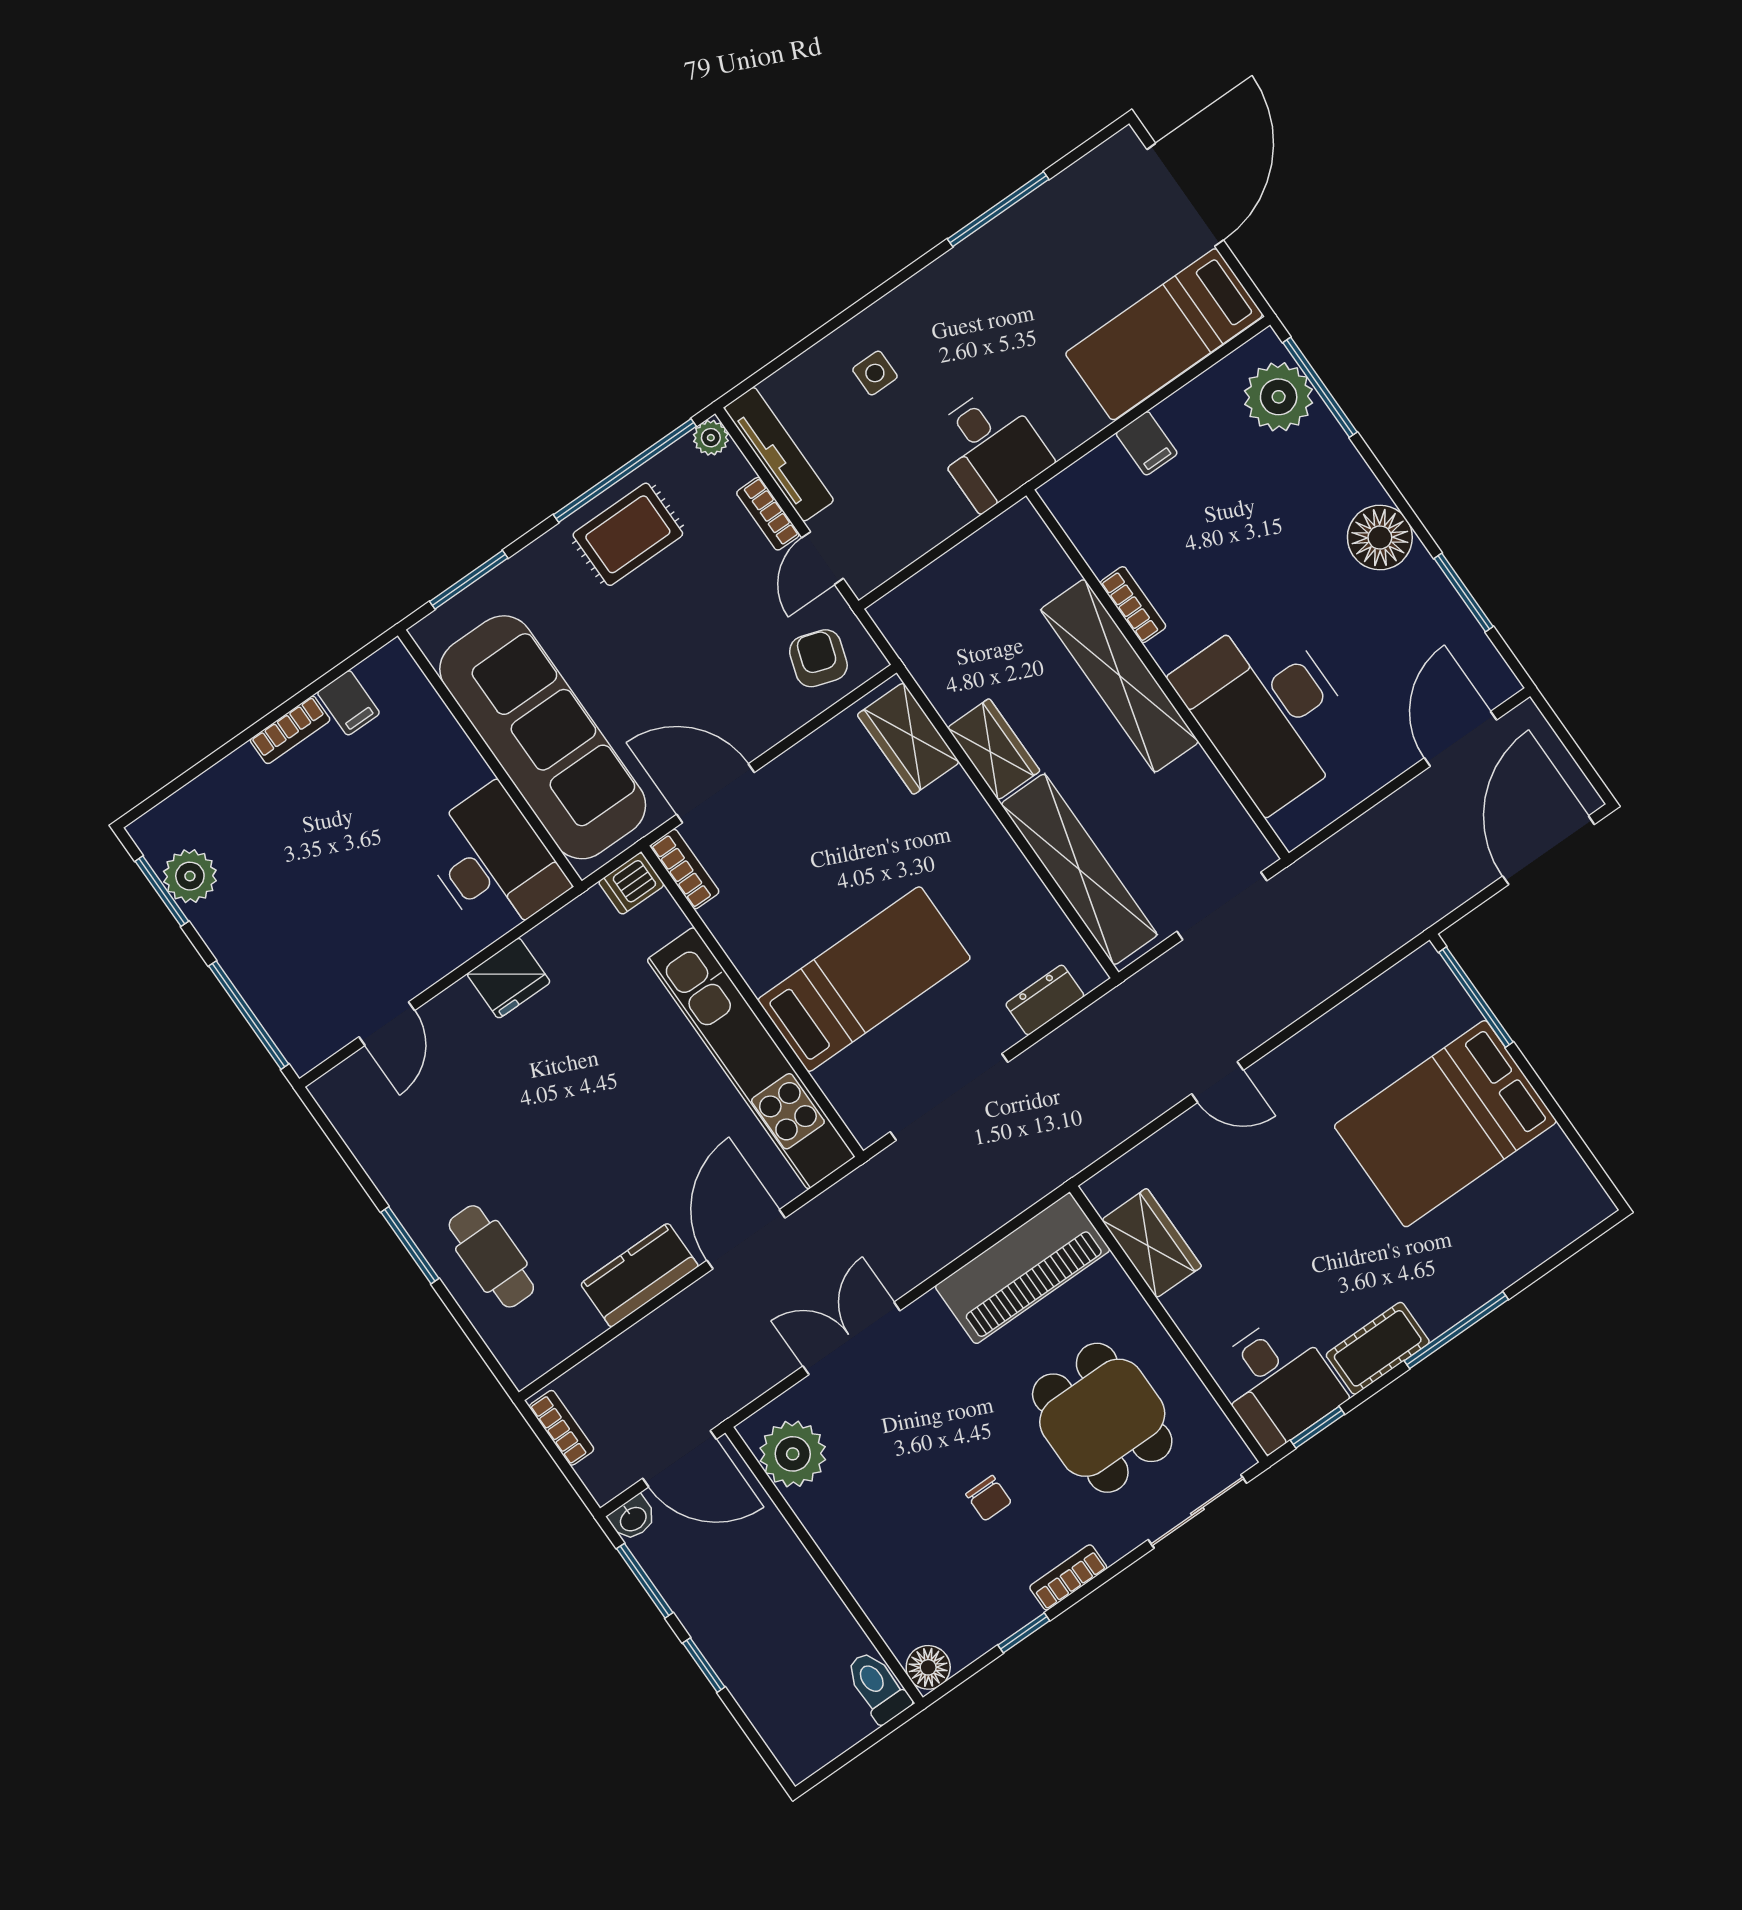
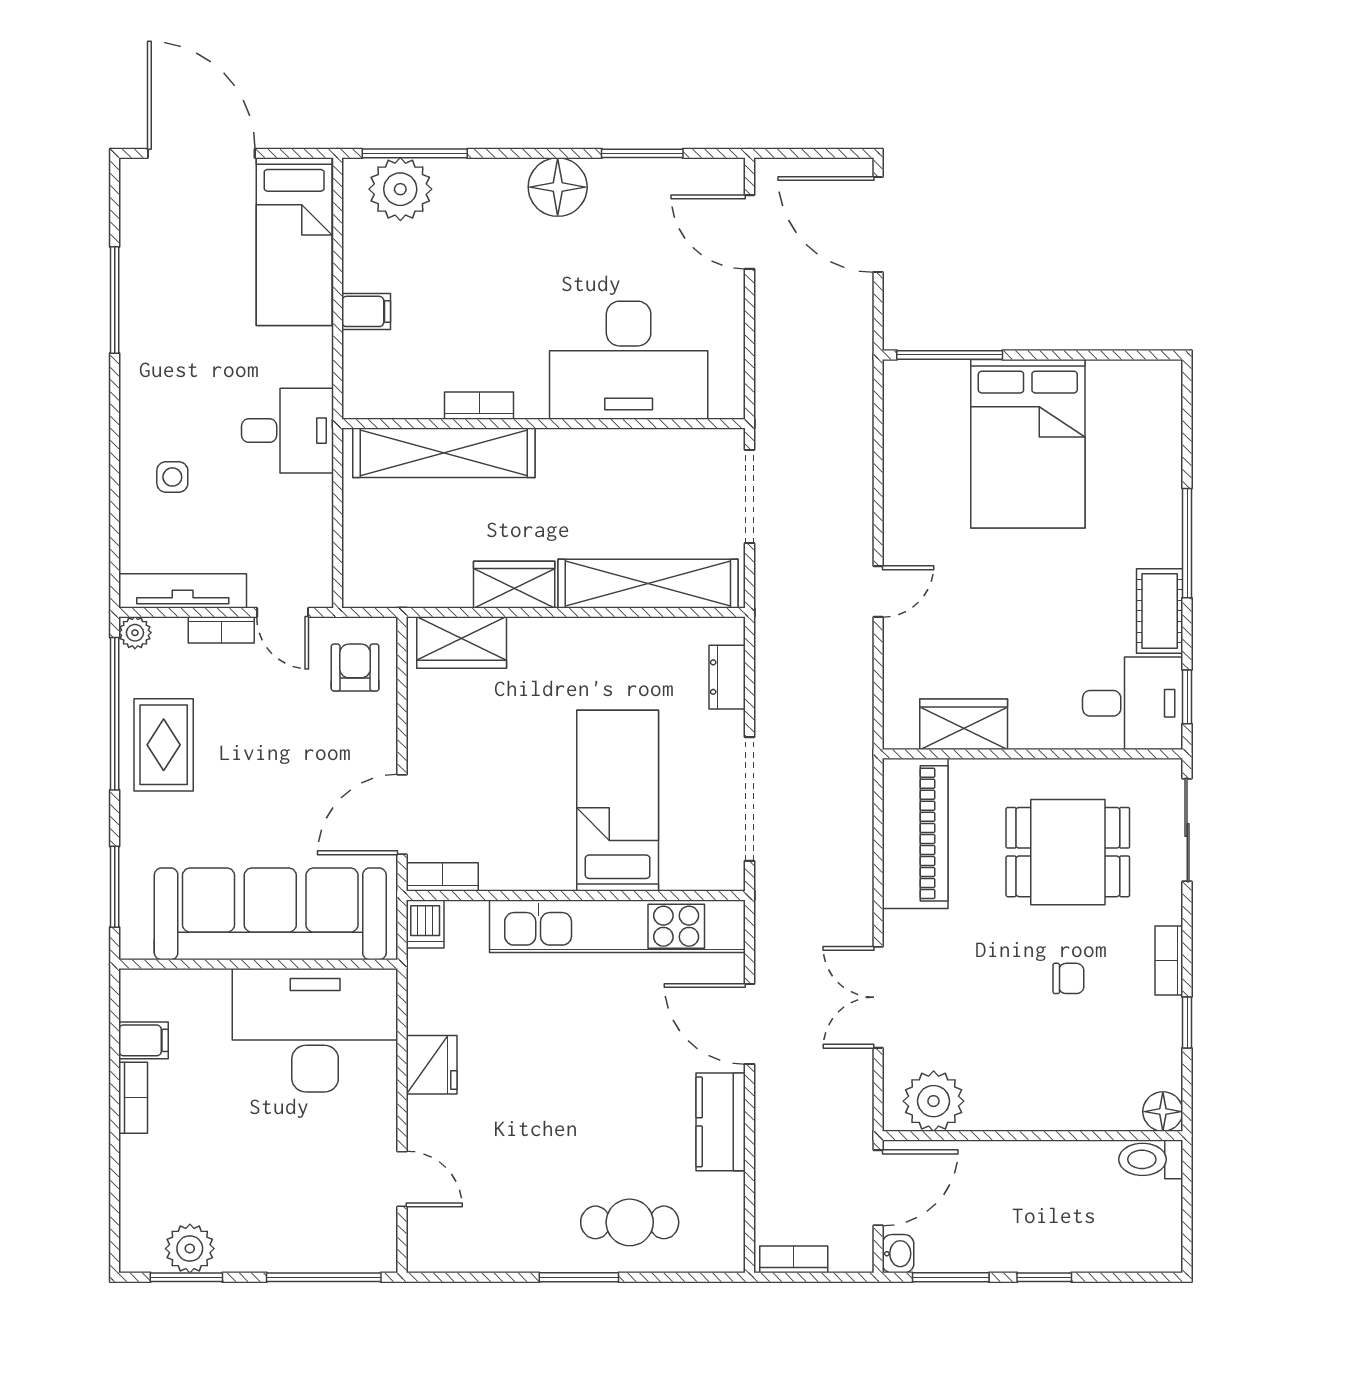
armchair: (818, 658) -> (355, 668), turned 72
shelving: (1120, 676) -> (444, 453), moved
desk: (493, 862) -> (315, 1030), width x1.36, depth x1.30

